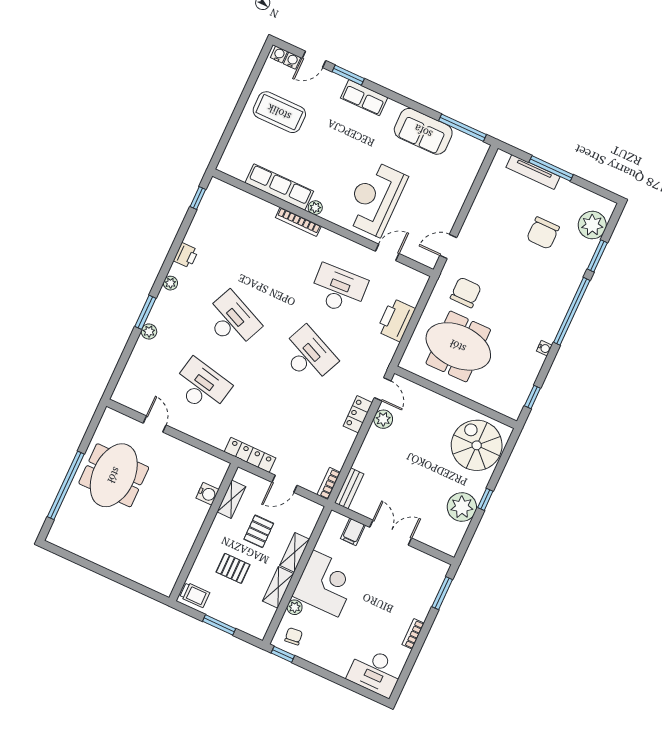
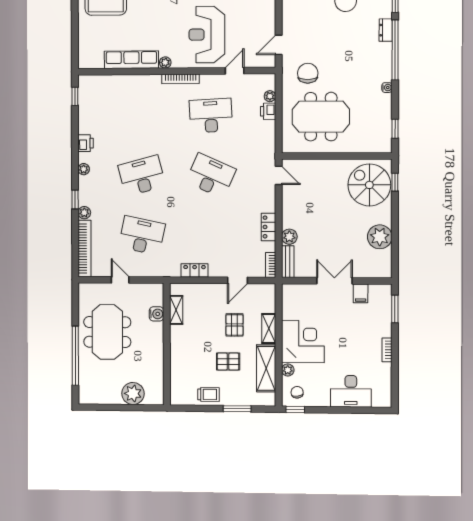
bookcase: (298, 222) -> (180, 79), moved
dresser: (572, 285) -> (386, 30), added
plant: (413, 298) -> (270, 96), added
window: (145, 312) -> (75, 200), width x0.67
desk: (232, 320) -> (142, 176), turned -39
printer: (396, 320) -> (268, 111), width x0.53, depth x0.68
bookcase: (131, 371) -> (84, 248), added
locker: (358, 414) -> (269, 227), moved
plant: (383, 419) -> (289, 237), moved
locker: (250, 455) -> (195, 270), width x0.66
water cooler: (207, 494) -> (157, 314), moved
shelving: (231, 499) -> (176, 310), moved
window: (485, 499) -> (395, 182), moved
wall: (203, 532) -> (167, 344), moved
filing cabinet: (353, 532) -> (361, 293), moved
plant: (111, 556) -> (133, 394), added
shelving: (278, 587) -> (266, 368), width x1.50, depth x1.33
desk: (375, 672) -> (351, 391), moved

